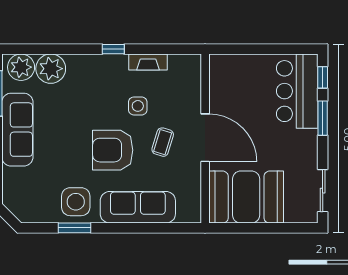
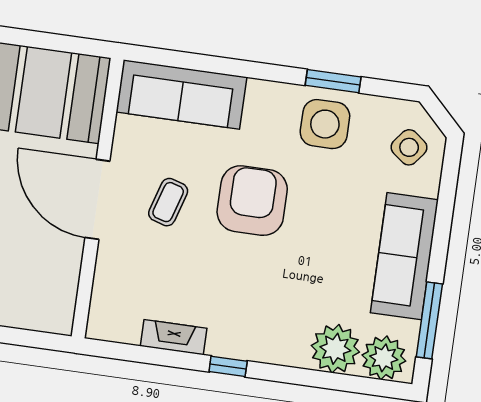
side table: (138, 106) -> (409, 147), moved, turned 38
armchair: (113, 150) -> (252, 201), turned -90
sofa: (138, 207) -> (181, 95), moved

